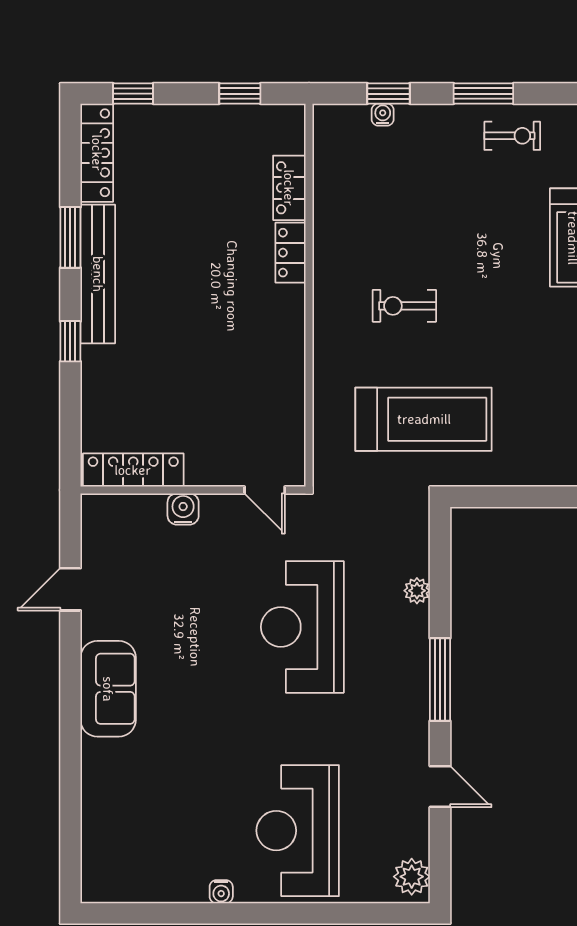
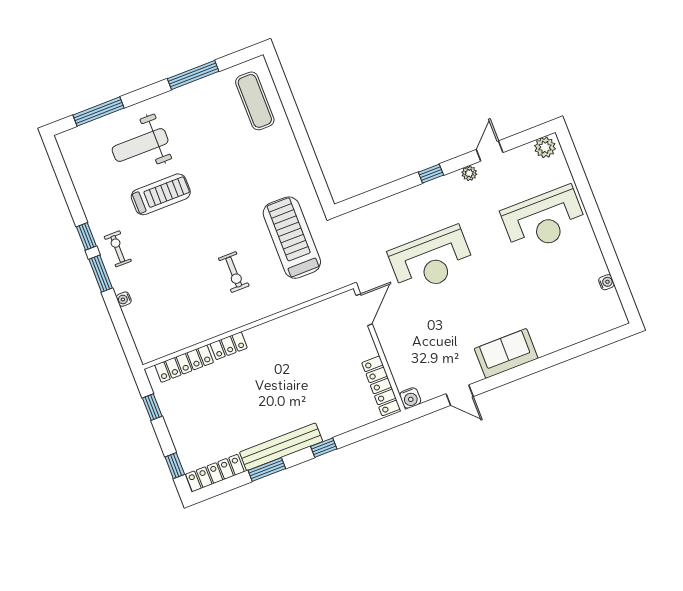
window: (389, 94) -> (86, 236), moved
water cooler: (383, 115) -> (124, 299), moved
locker: (289, 188) -> (184, 364), width x1.53
door: (265, 490) -> (364, 310), width x1.38
water cooler: (183, 509) -> (410, 398), moved, turned -90
plant: (417, 591) -> (469, 173), moved
window: (440, 680) -> (431, 174), width x0.46
water cooler: (221, 892) -> (606, 282), moved

